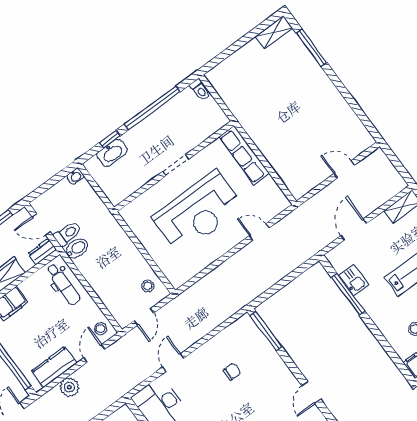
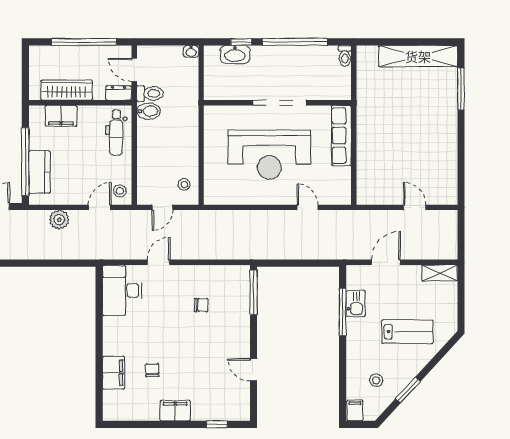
shelving: (274, 32) -> (418, 56), width x2.20, depth x1.33
doorway: (176, 165) -> (280, 103), width x1.87
kitchen counter: (54, 367) -> (39, 172), moved, turned 90
door: (311, 393) -> (253, 370), hinge flipped

